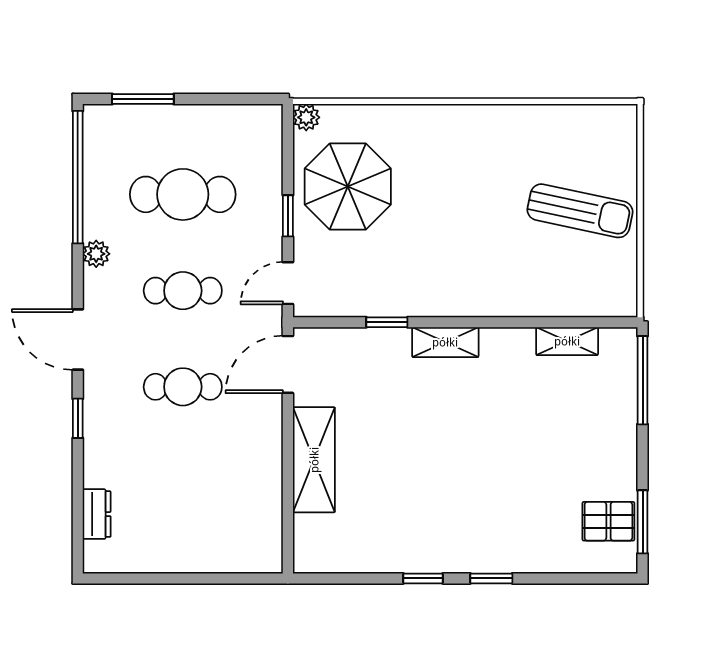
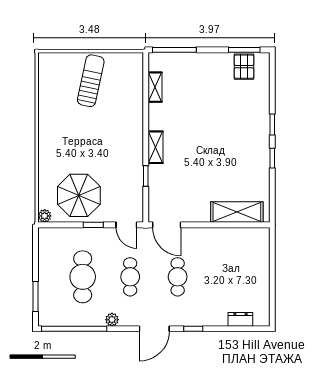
shelving: (314, 460) -> (237, 212), moved

